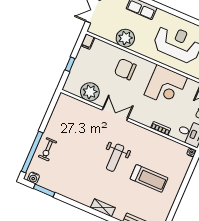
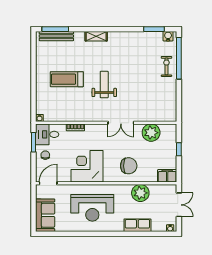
filing cabinet: (88, 42) -> (167, 176), width x2.00

